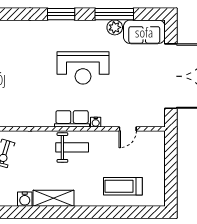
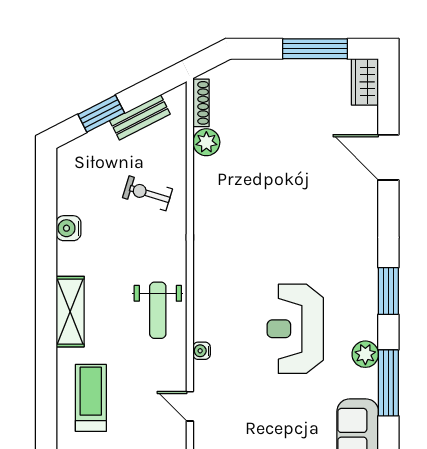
plant: (115, 27) -> (365, 354), moved
row of seats: (72, 119) -> (207, 310), removed
shelving: (53, 198) -> (70, 312), moved

